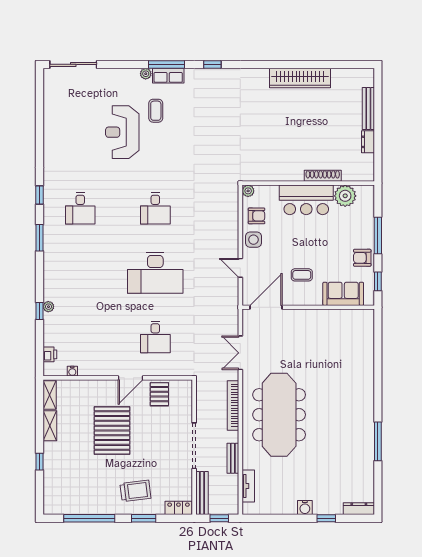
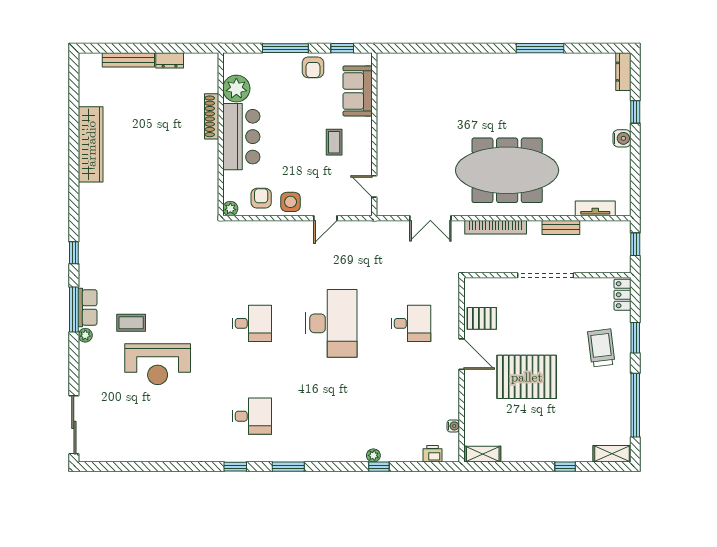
door: (266, 307) -> (374, 186), width x0.53
shelving: (50, 426) -> (612, 454), moved
bench: (202, 493) -> (604, 266), removed

